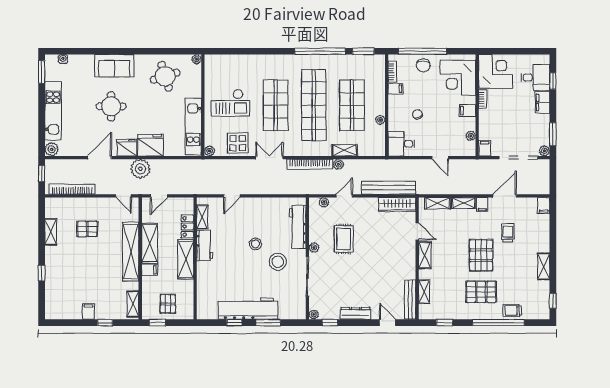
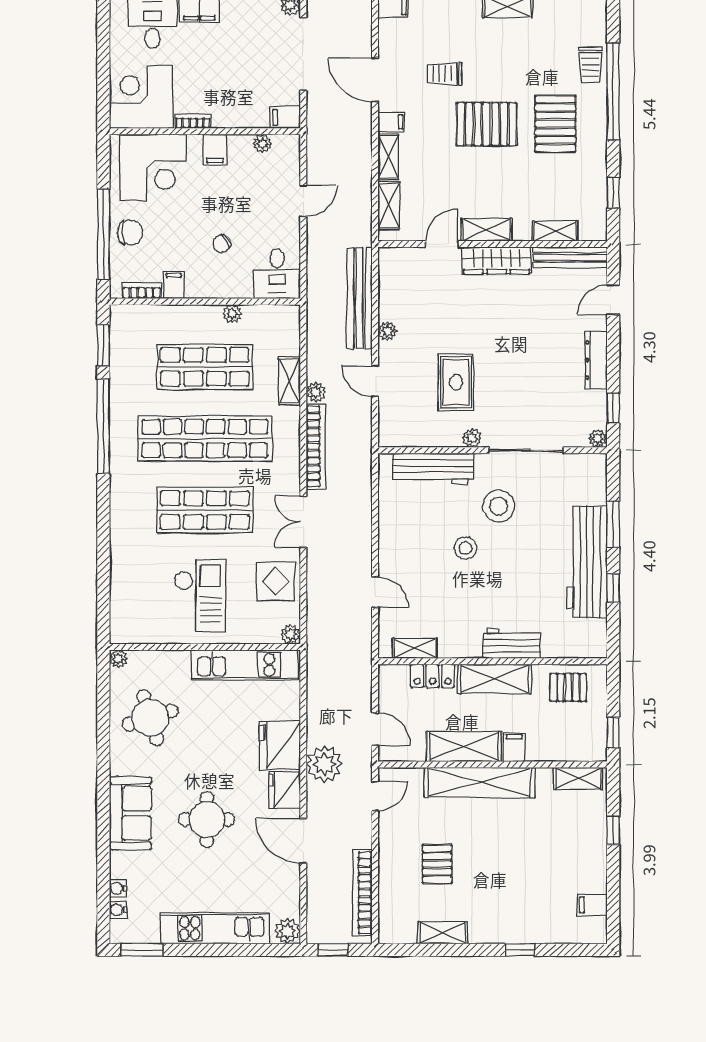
water cooler: (74, 59) -> (118, 888), added
plant: (324, 202) -> (387, 331), moved
wardrobe: (397, 205) -> (496, 260), moved, turned 90
rug: (344, 239) -> (456, 382), turned 90
workbench: (205, 246) -> (512, 644), moved
pallet: (168, 304) -> (568, 687), moved
filing cabinet: (88, 312) -> (592, 905), moved

